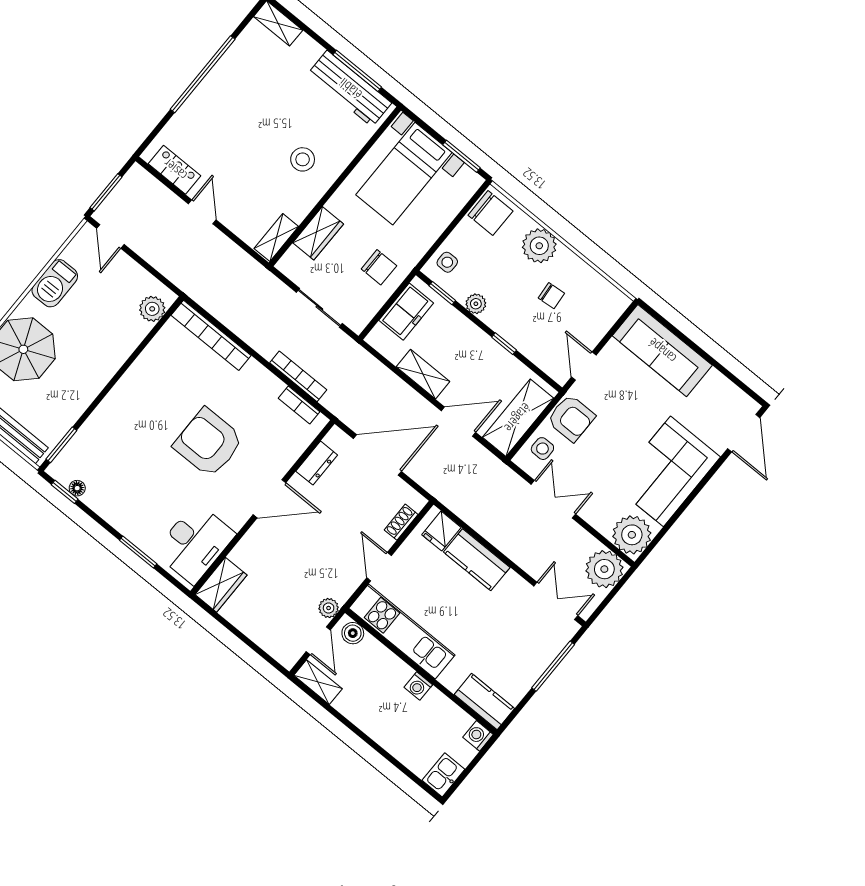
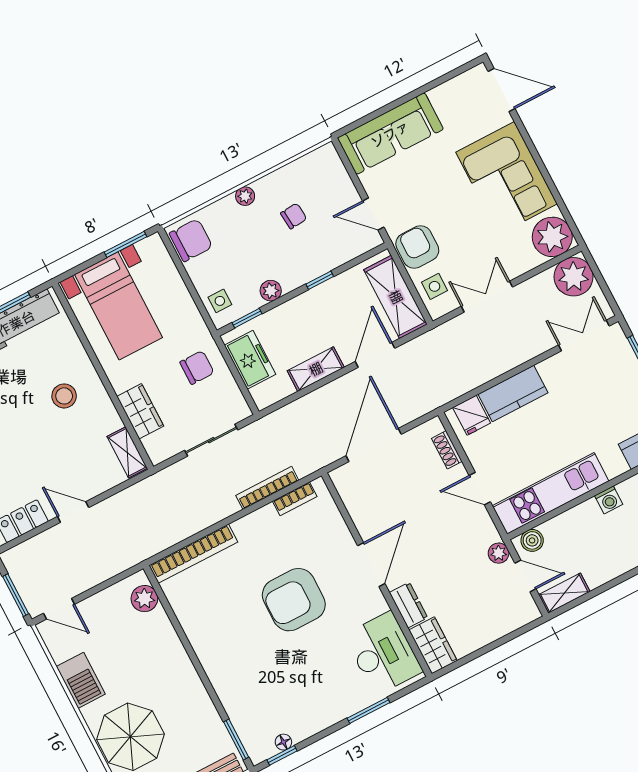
plant: (539, 246) -> (245, 196), width x0.53, depth x0.53
armchair: (571, 418) -> (417, 247), turned -90
dresser: (317, 463) -> (409, 605), moved

